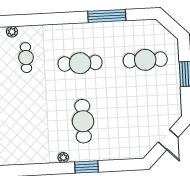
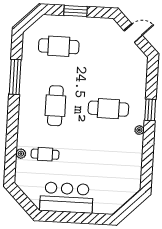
plant: (12, 32) -> (21, 154), moved
cafe table: (145, 60) -> (59, 46), turned 90

